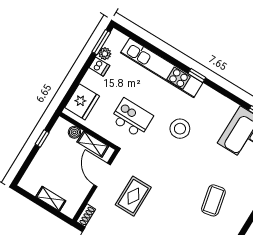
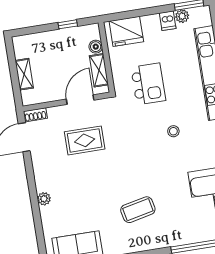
stool: (180, 129) -> (173, 131), width x0.53, depth x0.53

